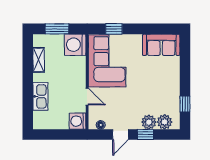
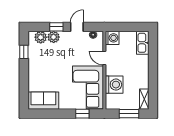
washing machine: (75, 45) -> (114, 85), moved
shelving: (39, 60) -> (144, 99), moved
kitchen sink: (40, 96) -> (143, 43), moved

